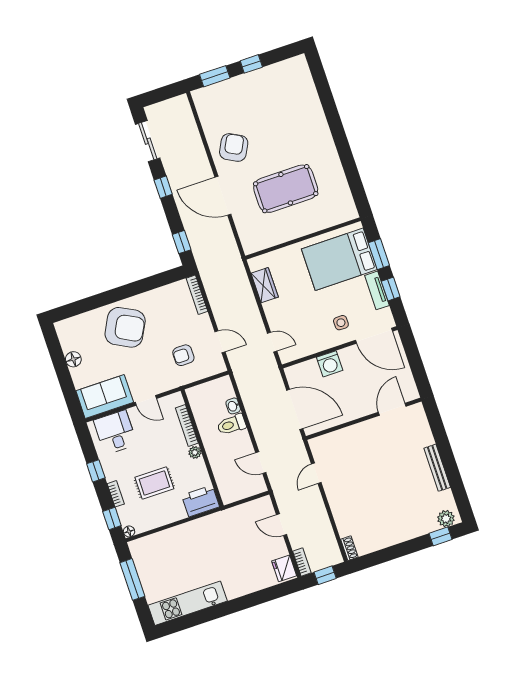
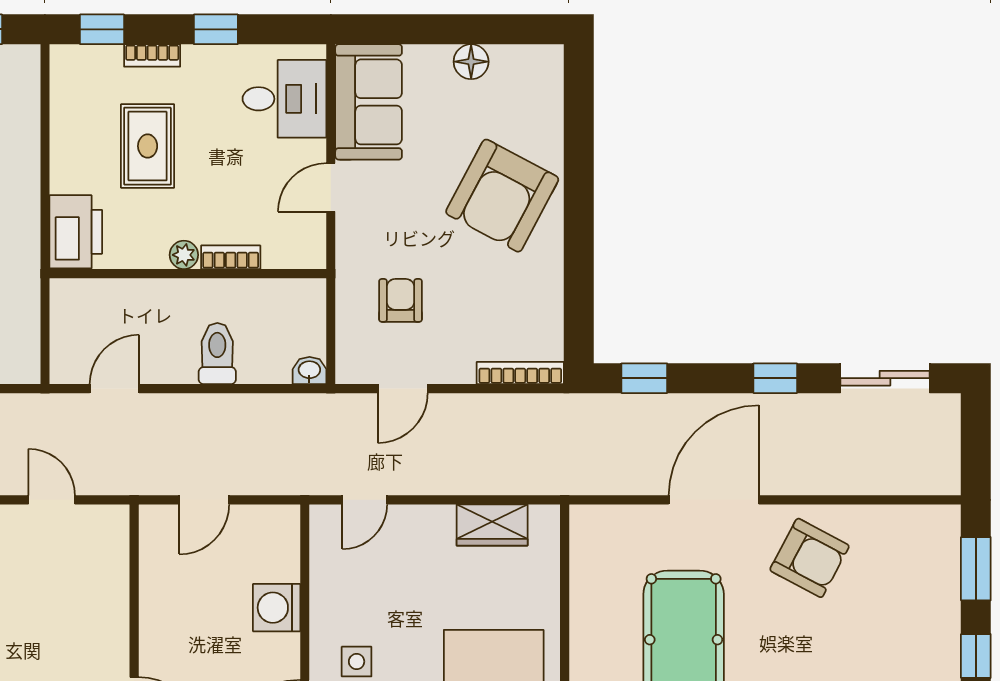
washbasin: (233, 406) -> (309, 370), moved
door: (295, 409) -> (204, 500), width x0.53
bookcase: (187, 425) -> (231, 257), width x0.64
floor lamp: (129, 531) -> (62, 57), removed

